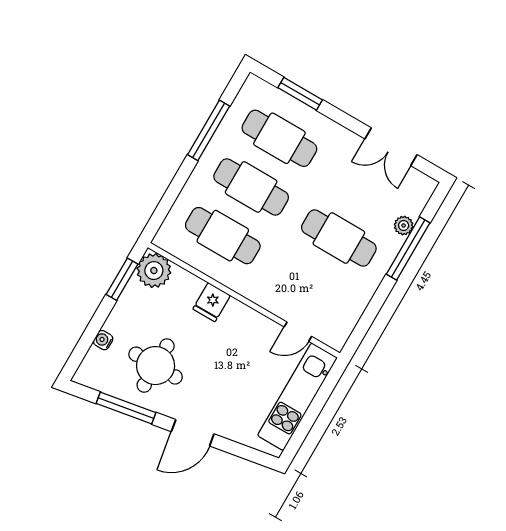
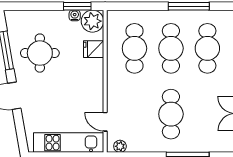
plant: (404, 226) -> (120, 146), moved
fridge: (212, 302) -> (94, 49), moved
water cooler: (103, 340) -> (75, 15), moved

